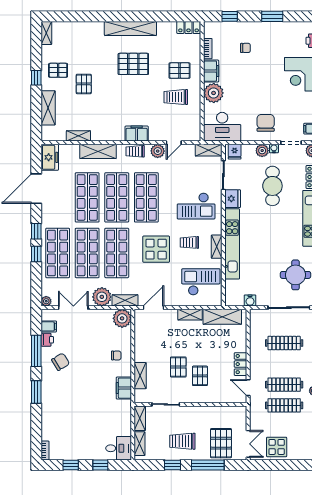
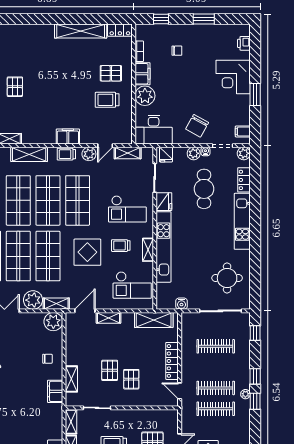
shelving: (130, 28) -> (81, 31), moved
pallet: (133, 64) -> (65, 67), removed
chair: (266, 123) -> (197, 126), turned -151
shelving: (209, 150) -> (128, 153), moved
checkout: (201, 282) -> (132, 285), turned 180
shelving: (190, 315) -> (109, 318), moved
locker: (241, 364) -> (172, 361), width x1.53

